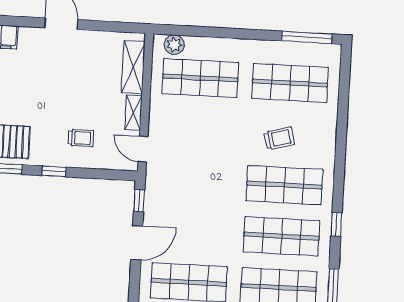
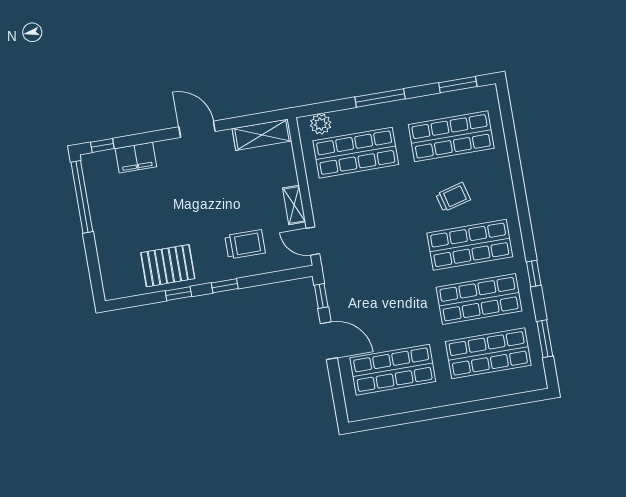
window: (234, 33) -> (380, 98), added
window: (307, 37) -> (458, 85), width x0.69
shelving: (133, 67) -> (262, 135), moved, turned 90
trolley: (81, 138) -> (245, 244), width x1.36, depth x1.39
door: (137, 243) -> (329, 341), hinge flipped

